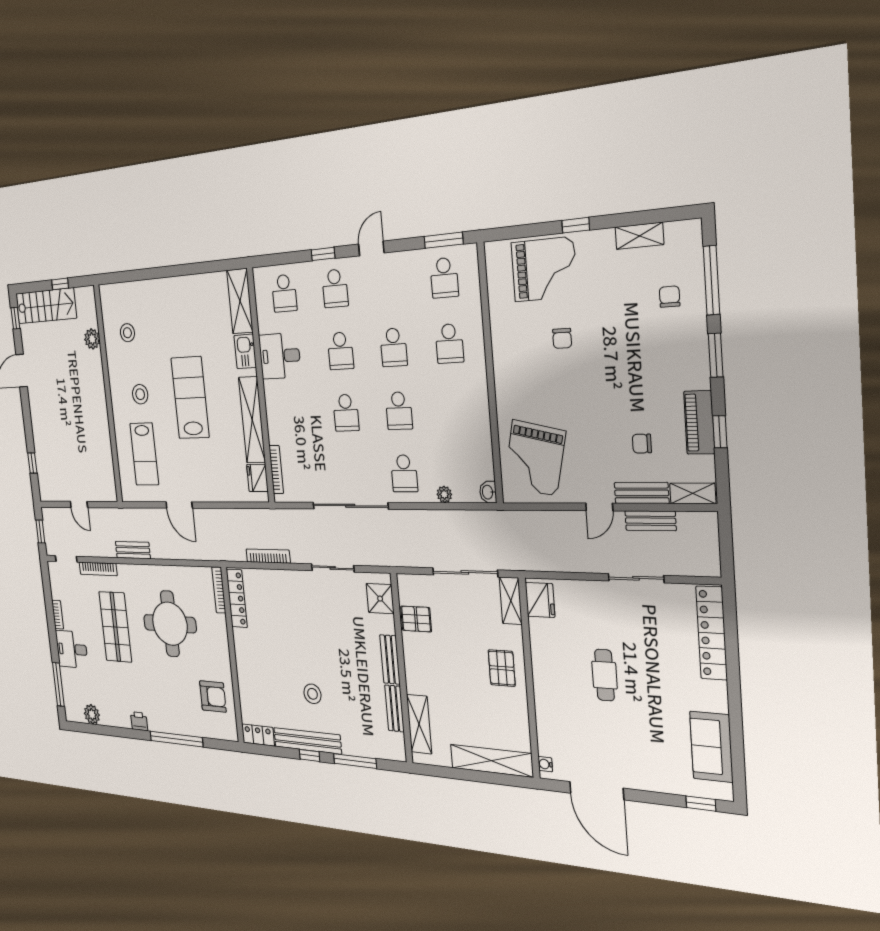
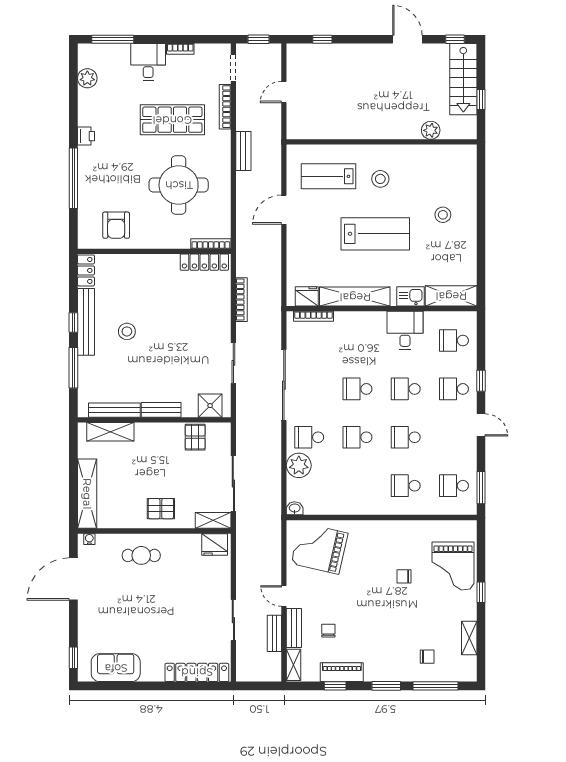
stool: (127, 333) -> (443, 215), moved
plant: (444, 494) -> (299, 465), width x1.88, depth x1.88
cafe table: (604, 675) -> (141, 555), moved
bench: (394, 708) -> (114, 410), width x1.36

